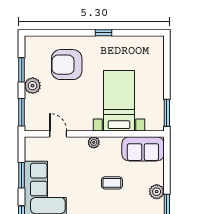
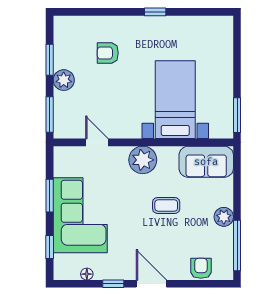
armchair: (67, 65) -> (108, 53), width x0.53, depth x0.53
plant: (94, 142) -> (143, 160), width x1.87, depth x1.87

